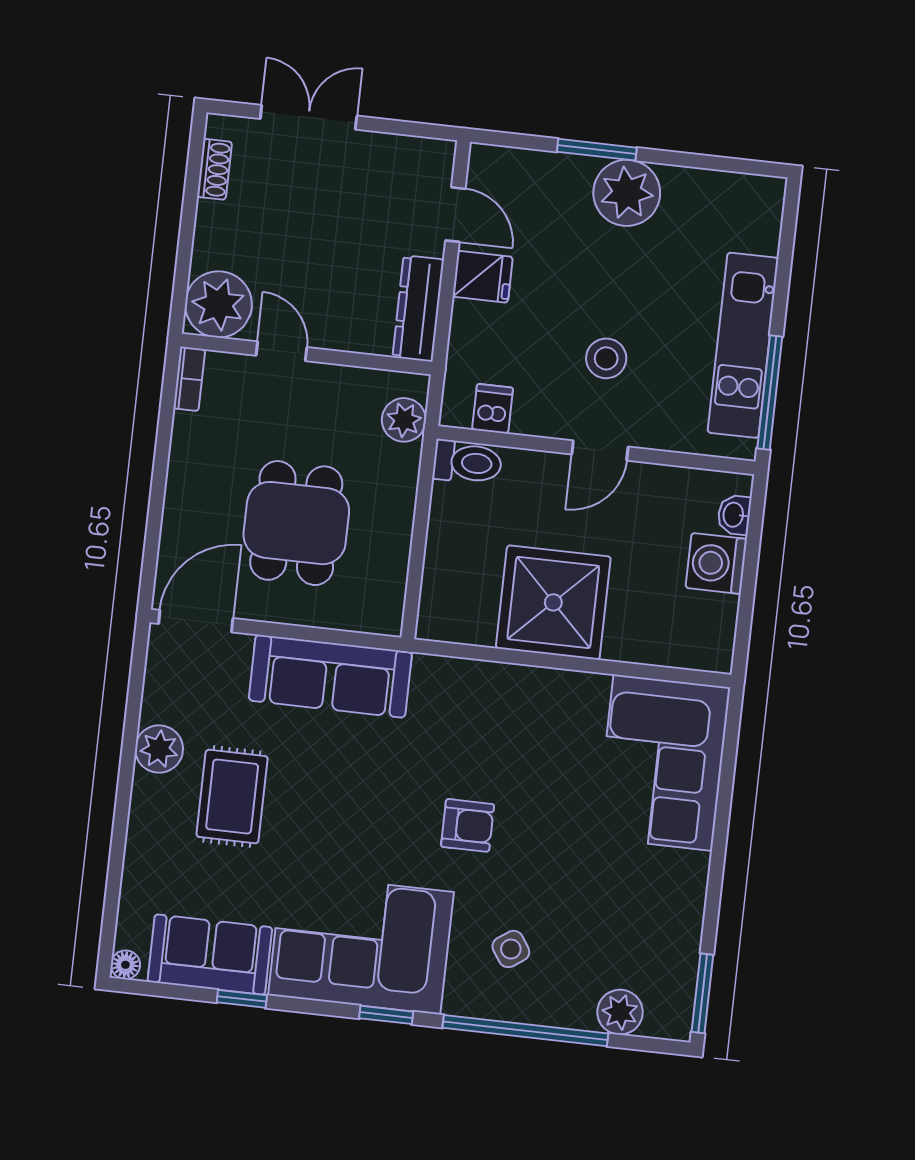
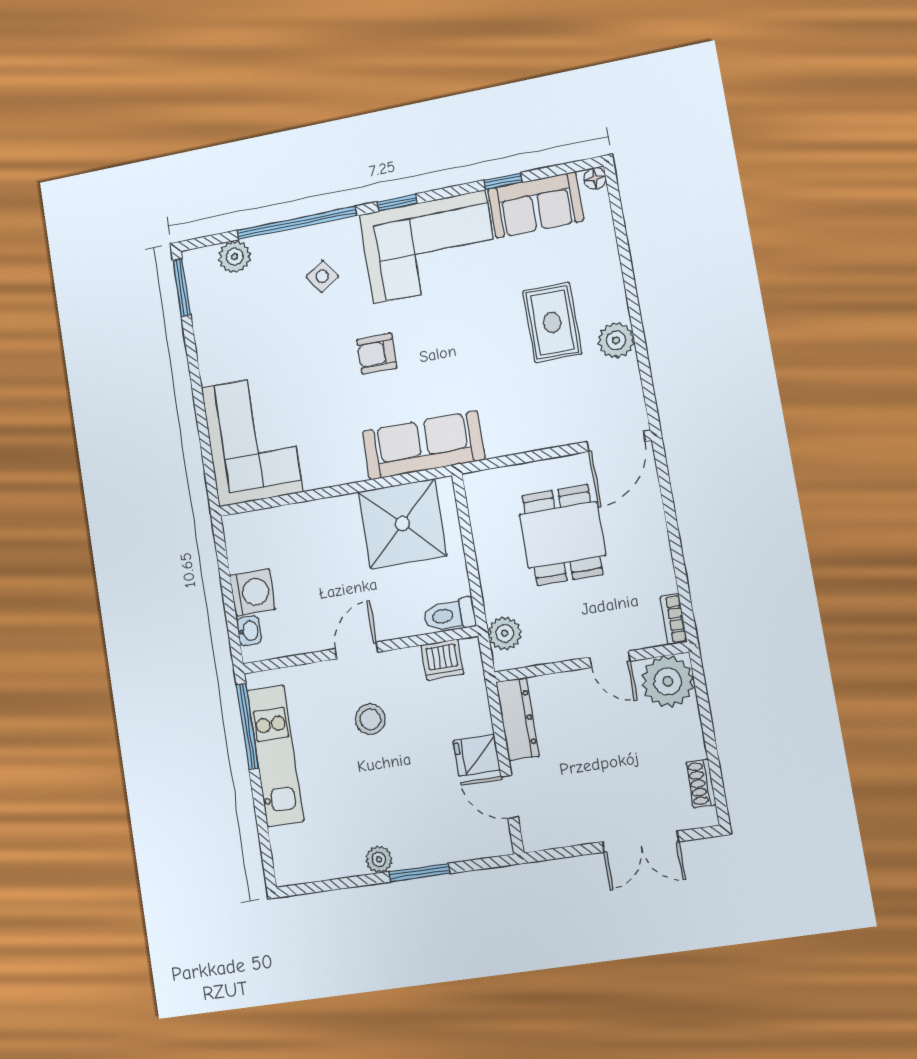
plant: (627, 193) -> (379, 859), width x0.53, depth x0.53
dishwasher: (493, 409) -> (442, 660), width x1.38
shower: (553, 602) -> (402, 524), moved
sofa: (330, 676) -> (423, 445), moved

